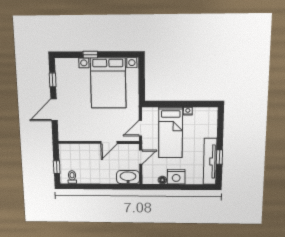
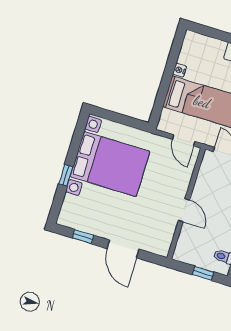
door: (109, 143) -> (184, 210), moved

